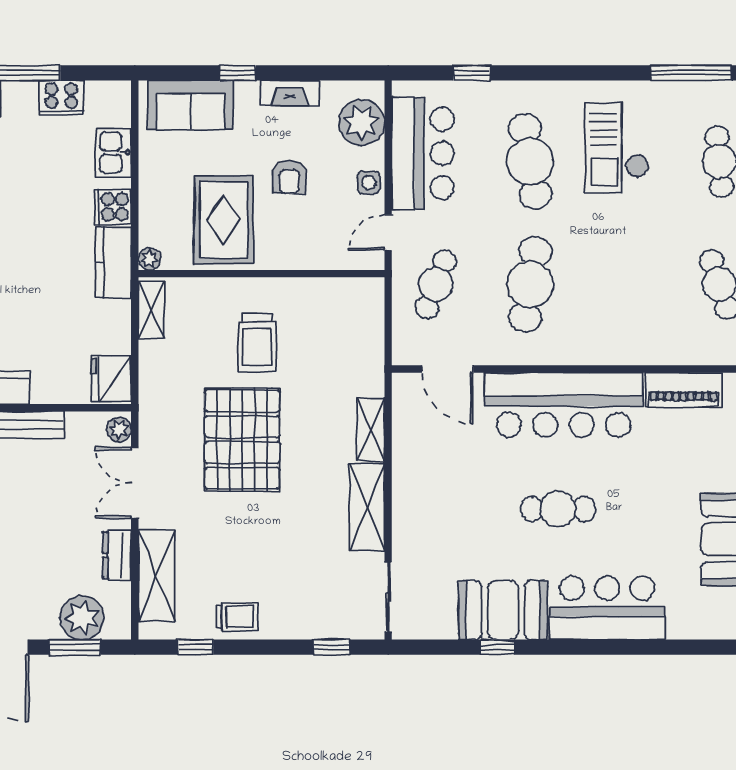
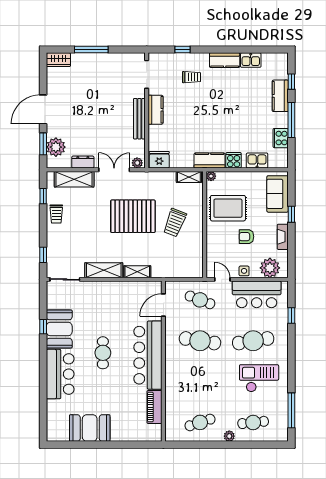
trolley: (257, 343) -> (175, 223), turned -69

